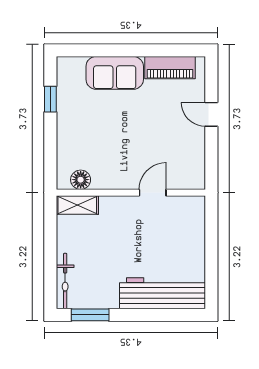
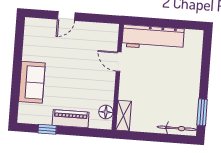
piano: (170, 68) -> (71, 119), moved, turned -90
workbench: (163, 293) -> (153, 38), moved, turned -90

